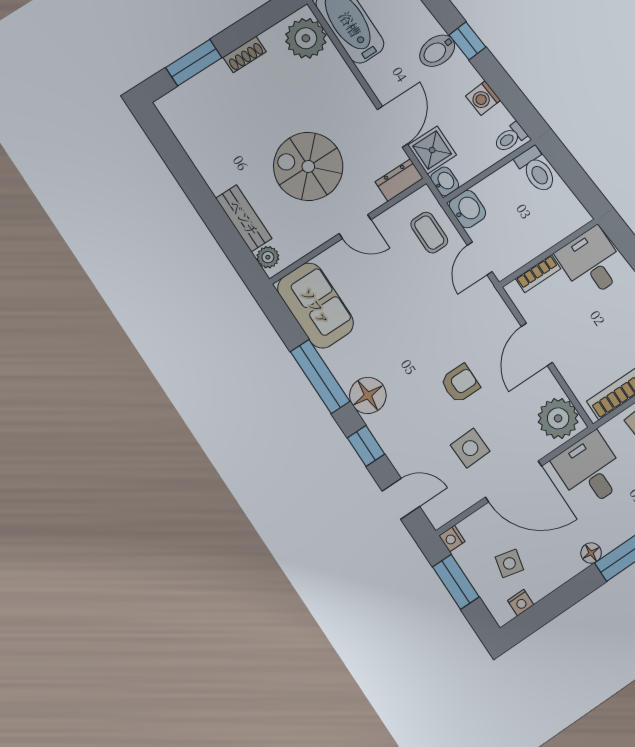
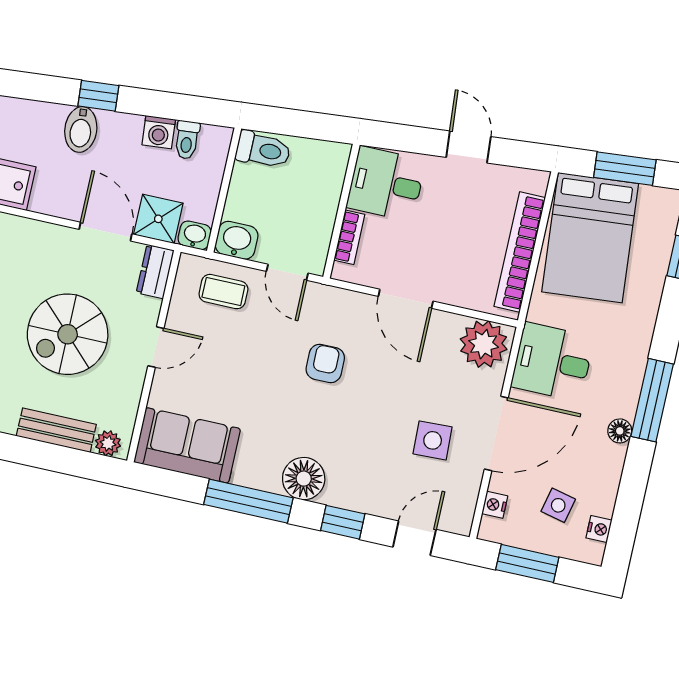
toilet: (510, 138) -> (187, 140), moved
armchair: (460, 383) -> (325, 363), moved
nightstand: (452, 539) -> (495, 505), moved, turned 90

